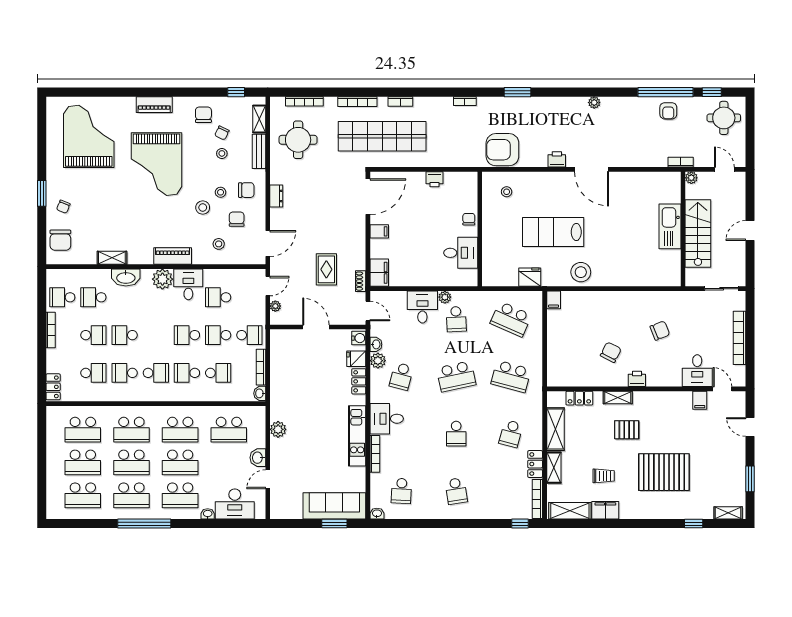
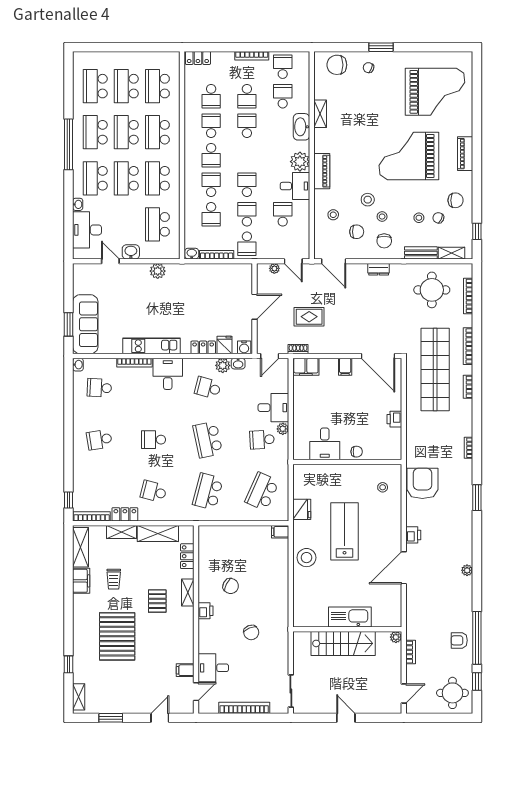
plant: (691, 178) -> (396, 637), moved
kitchen sink: (670, 226) -> (350, 617), moved
wall: (683, 229) -> (347, 629), moved
stairs: (698, 233) -> (343, 643), moved

